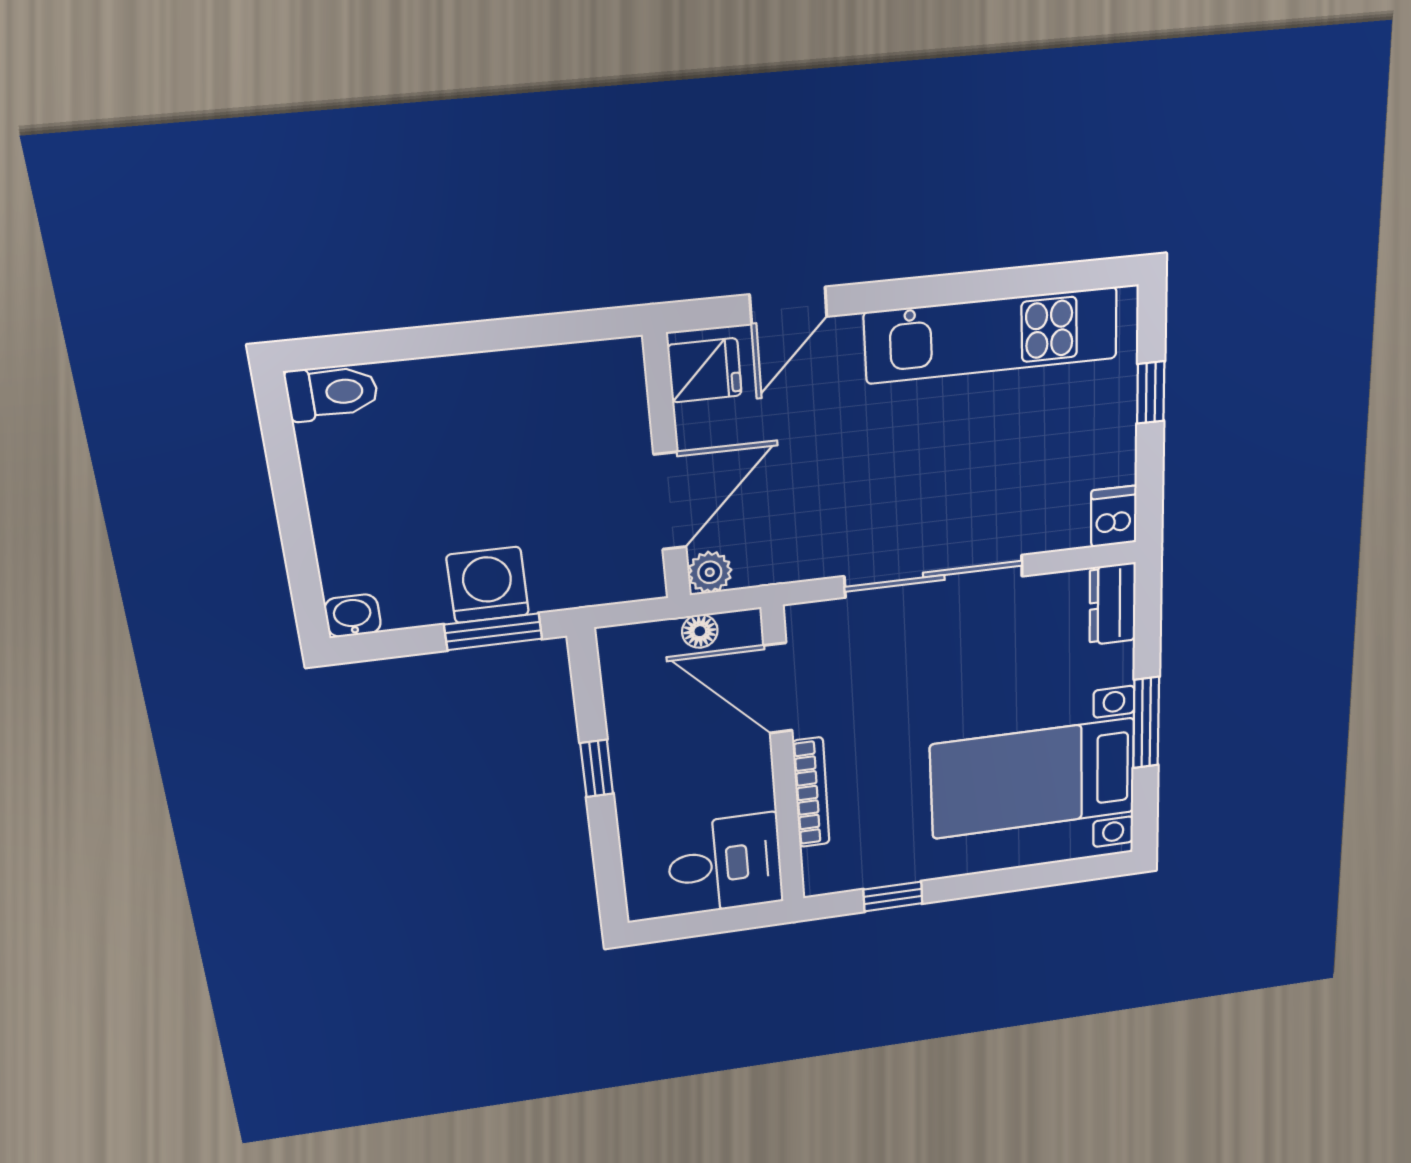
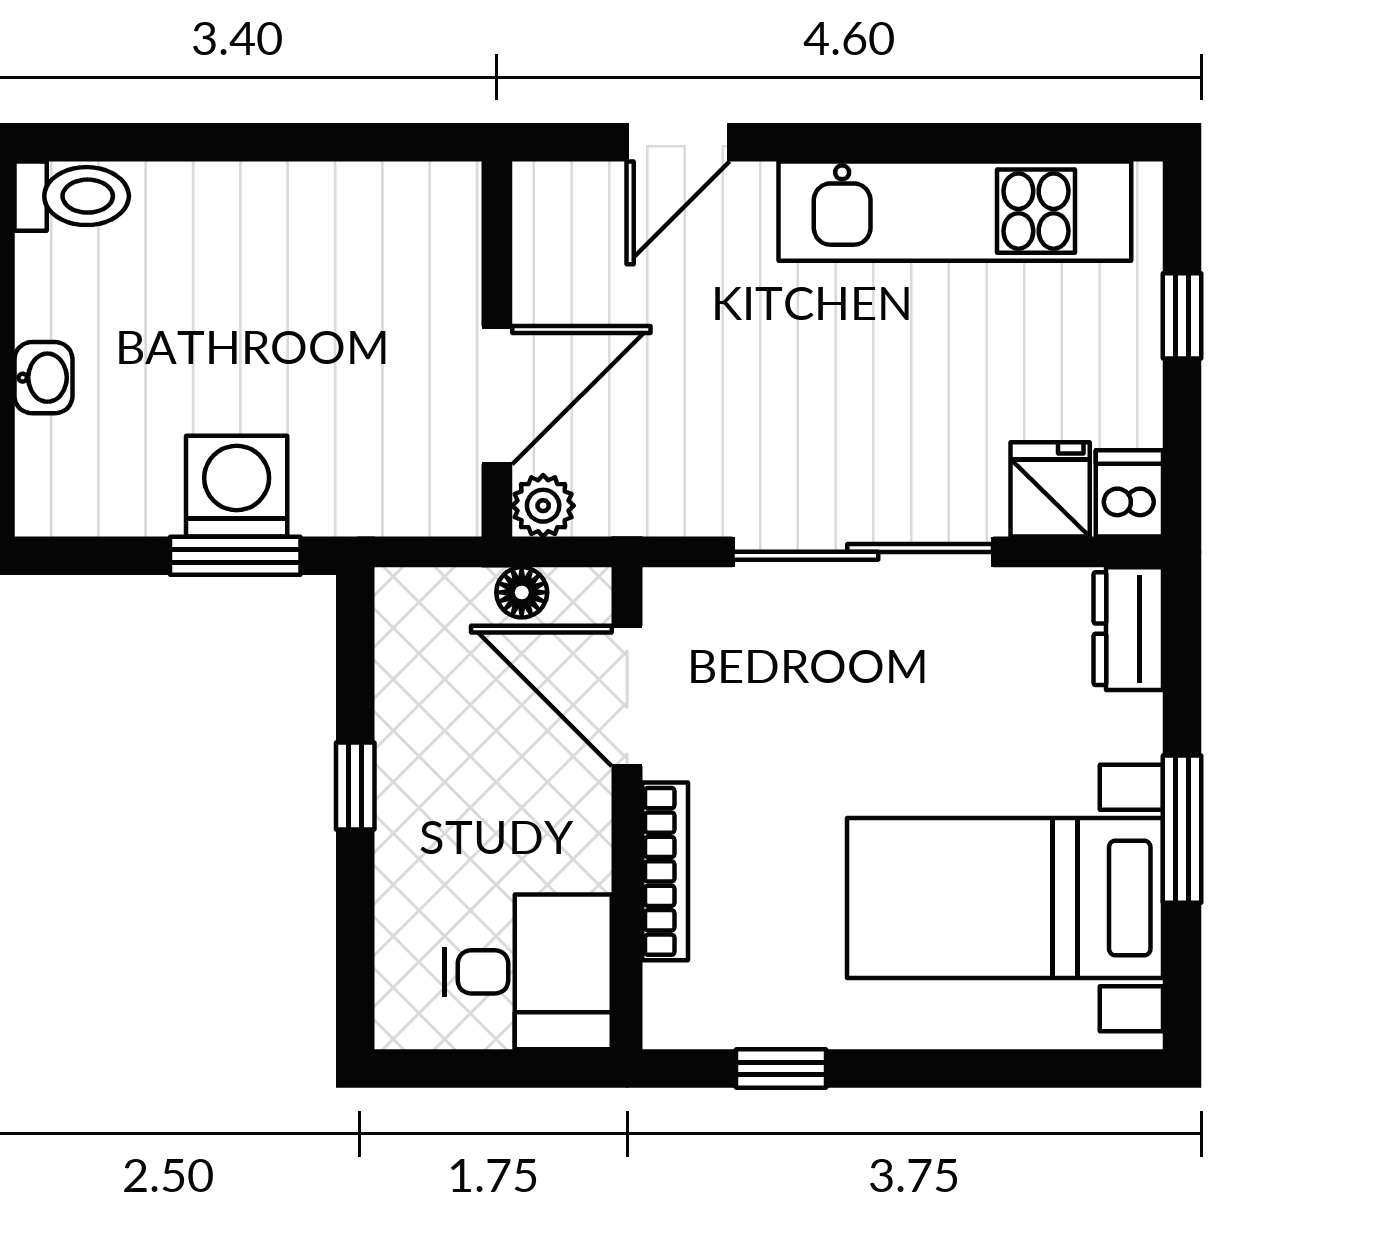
fridge: (705, 370) -> (1050, 489), moved, turned -90
washbasin: (353, 616) -> (43, 378), moved, turned 90

